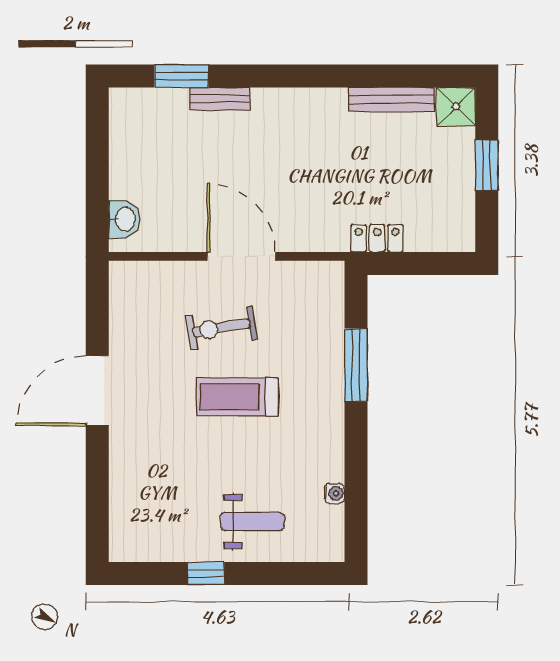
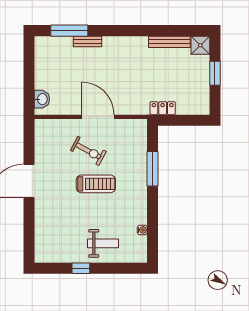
window: (181, 76) -> (69, 31), width x1.44
exercise bike: (221, 328) -> (88, 151), turned -143
treadmill: (237, 397) -> (96, 184), turned 180

